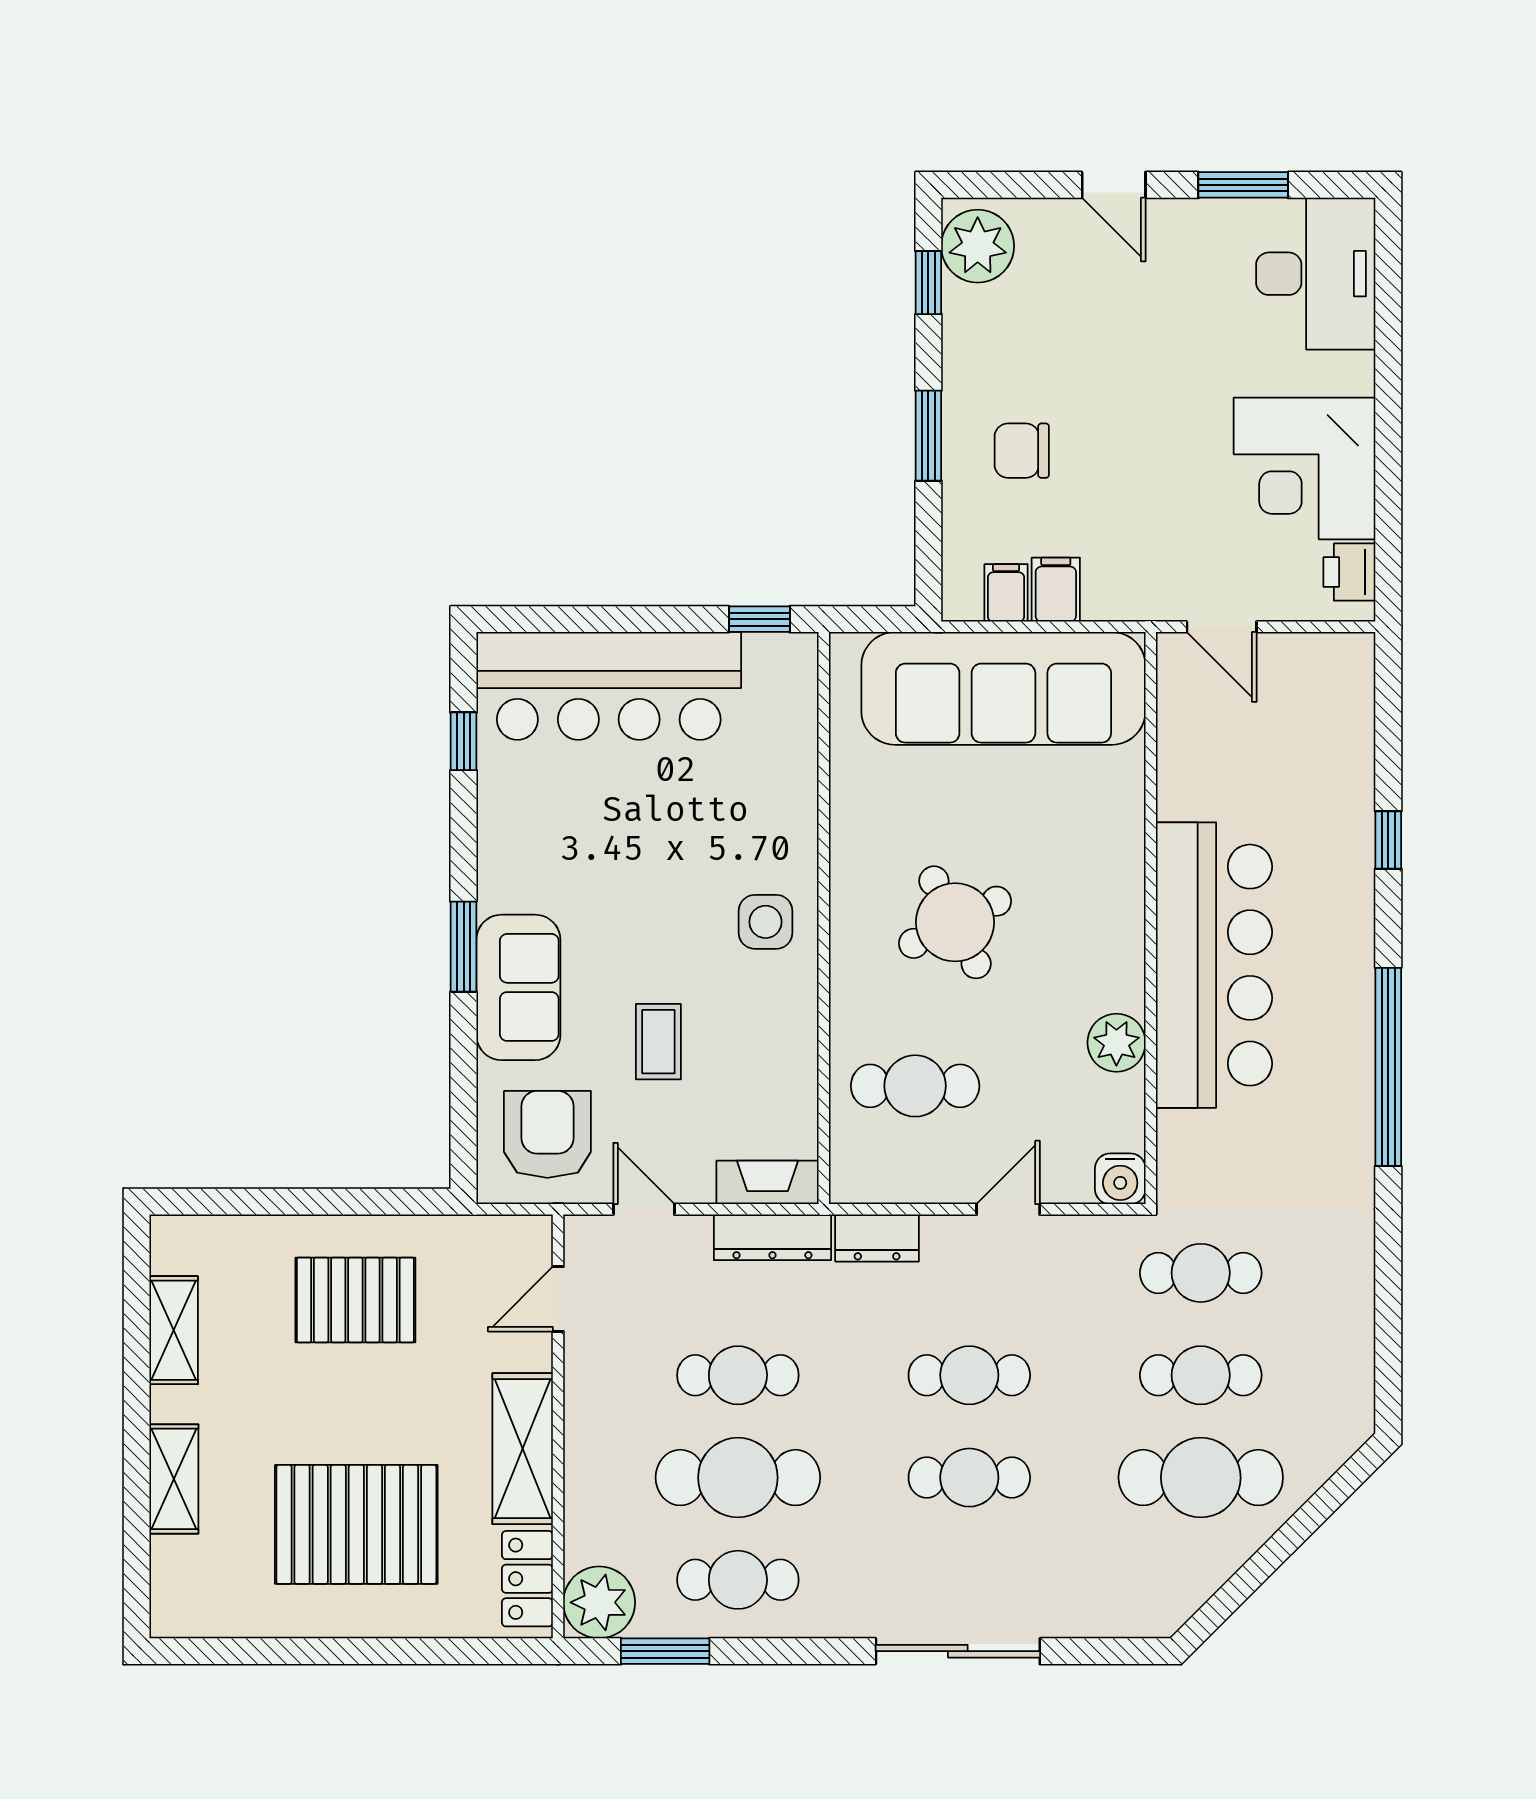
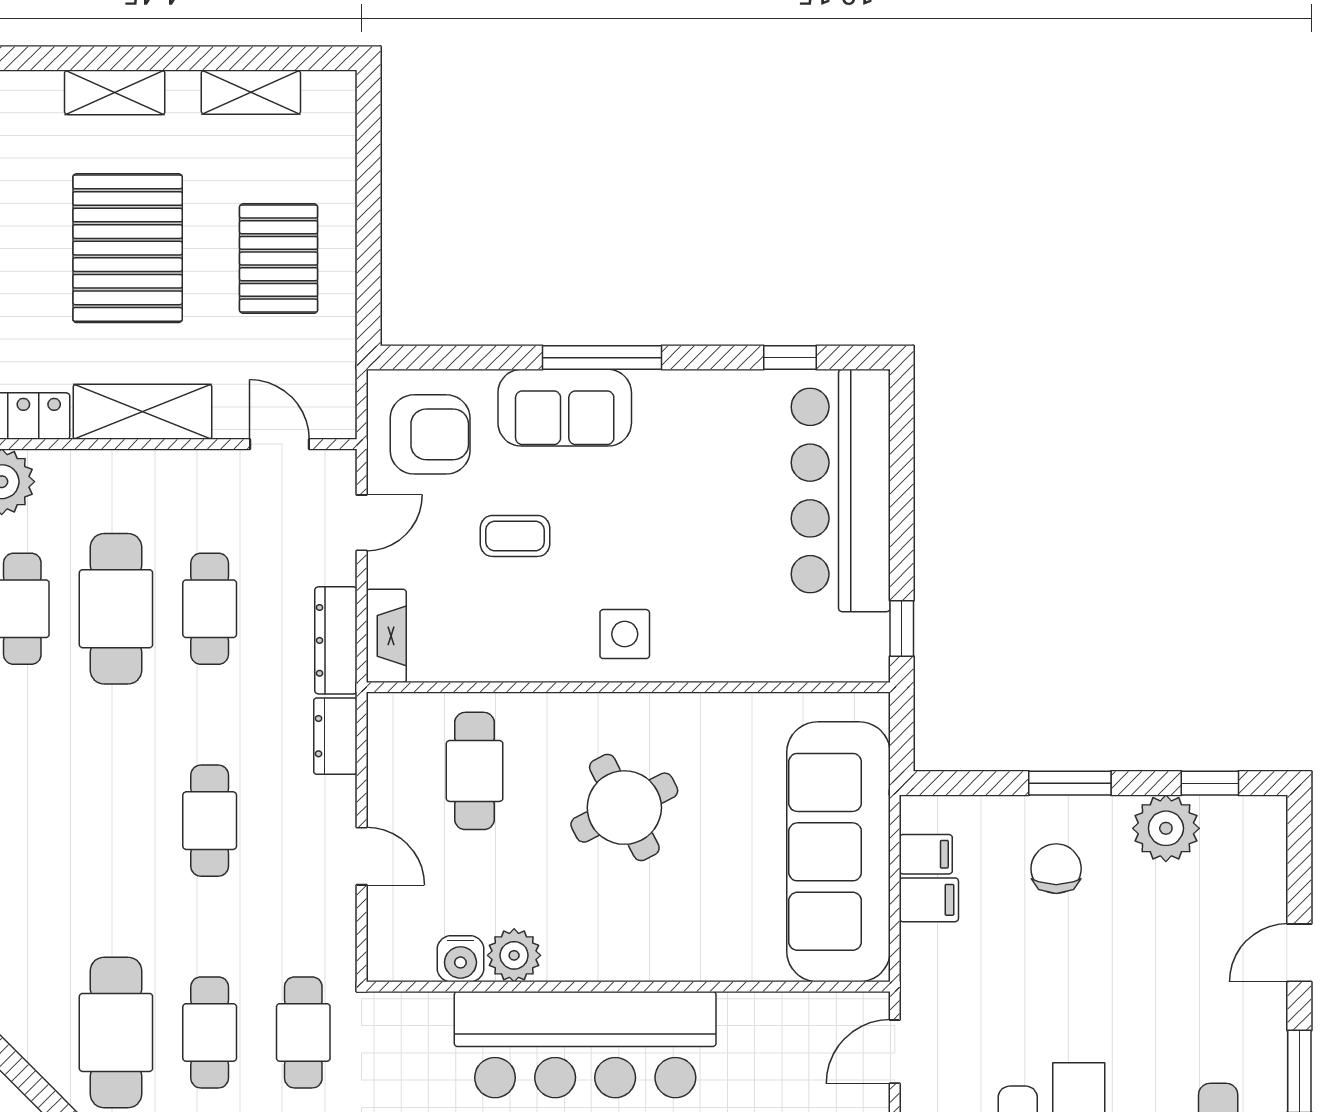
plant: (978, 246) -> (1166, 828), moved
window: (464, 947) -> (602, 358), width x1.44
water cooler: (1120, 1179) -> (460, 959), moved, turned -90
cafe table: (969, 1478) -> (116, 821), removed
pallet: (356, 1524) -> (128, 248), moved

